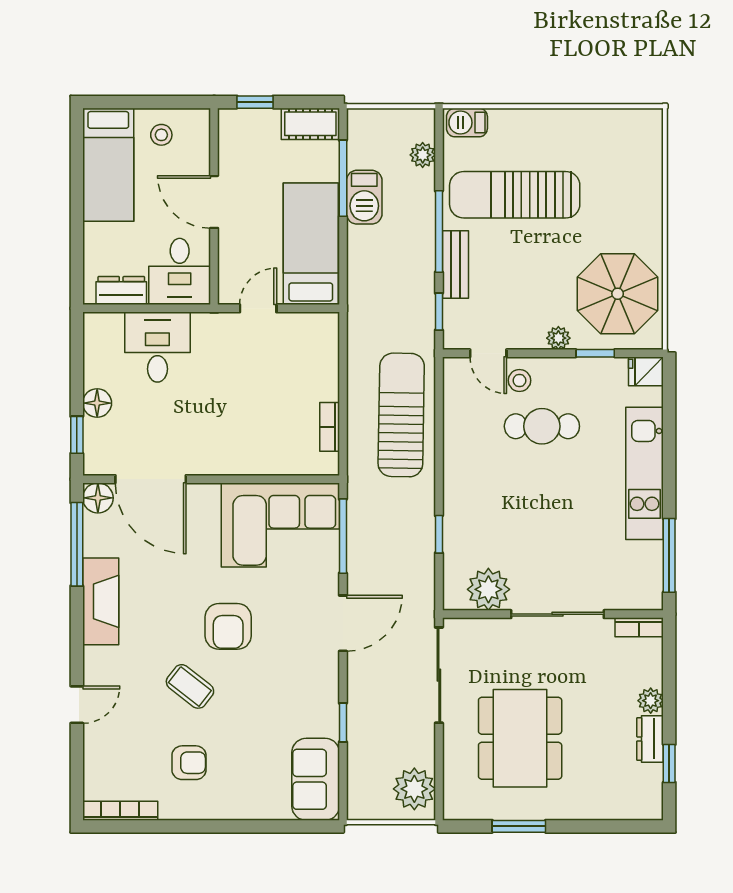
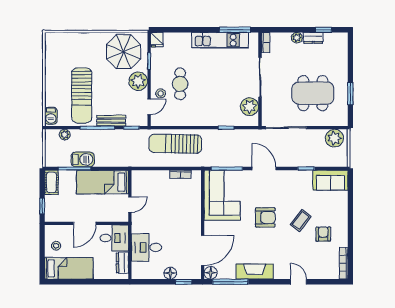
door: (258, 308) -> (130, 205), swing flipped
plant: (558, 338) -> (138, 81), width x1.88, depth x1.88
kitchen unit: (644, 473) -> (220, 40), moved
coffee table: (190, 686) -> (301, 221), moved

